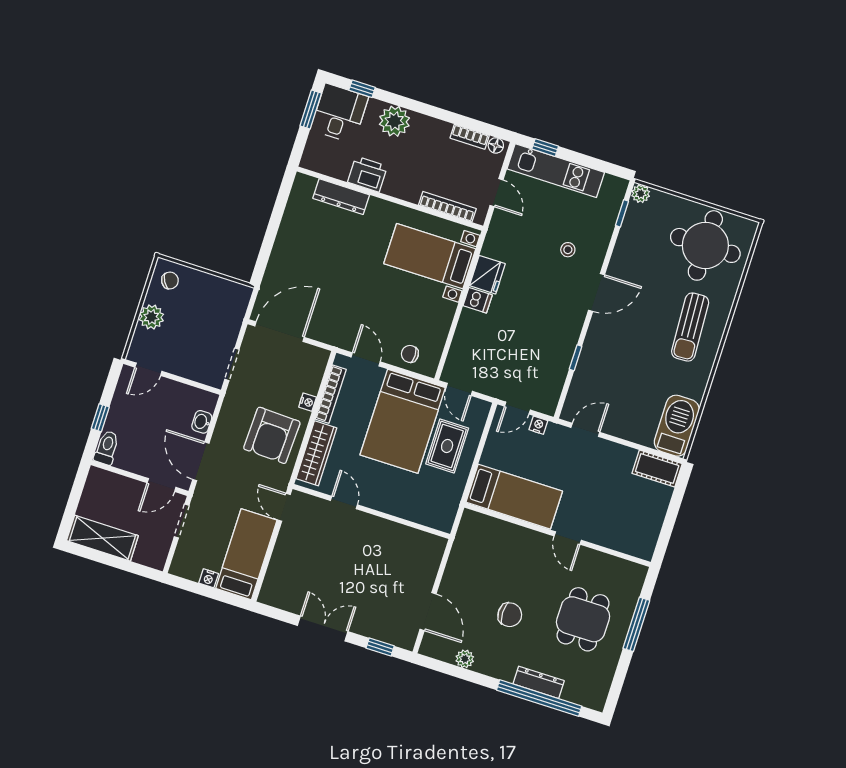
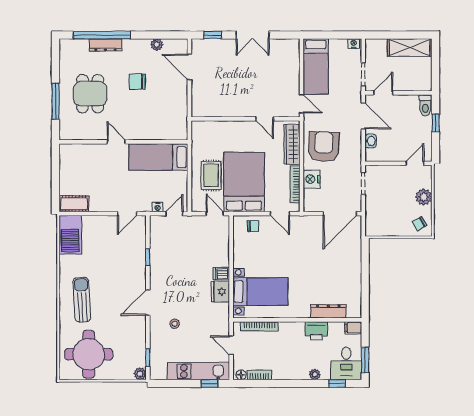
plant: (394, 121) -> (315, 374), width x0.53, depth x0.53
filing cabinet: (313, 161) -> (353, 328), added
nightstand: (308, 402) -> (312, 179), width x1.89, depth x1.79
nightstand: (209, 578) -> (354, 44), moved

